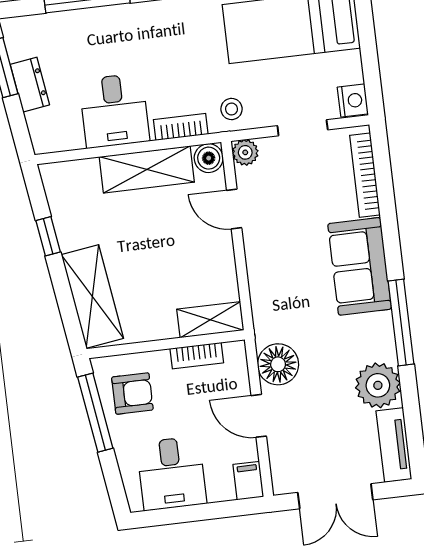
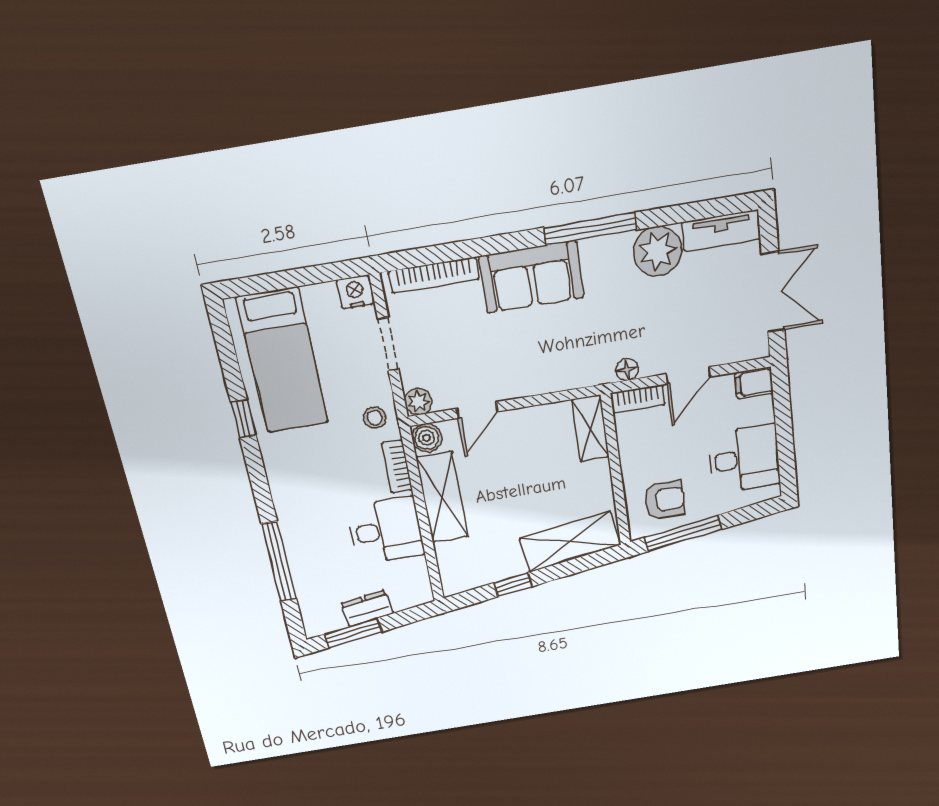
bookcase: (197, 356) -> (638, 399), moved, turned 90
floor lamp: (278, 364) -> (627, 370), width x0.53, depth x0.53
armchair: (132, 393) -> (665, 500), turned 90

